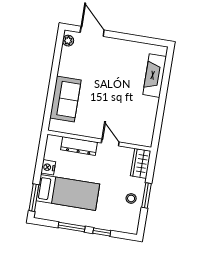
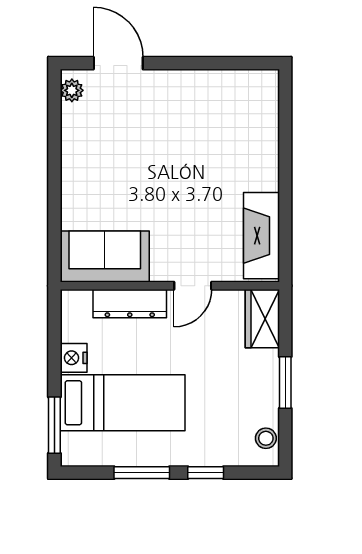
fireplace: (155, 76) -> (262, 236), moved
sofa: (65, 99) -> (105, 256), moved, turned -90
door: (110, 142) -> (193, 286), swing flipped
stool: (131, 198) -> (266, 438), moved

